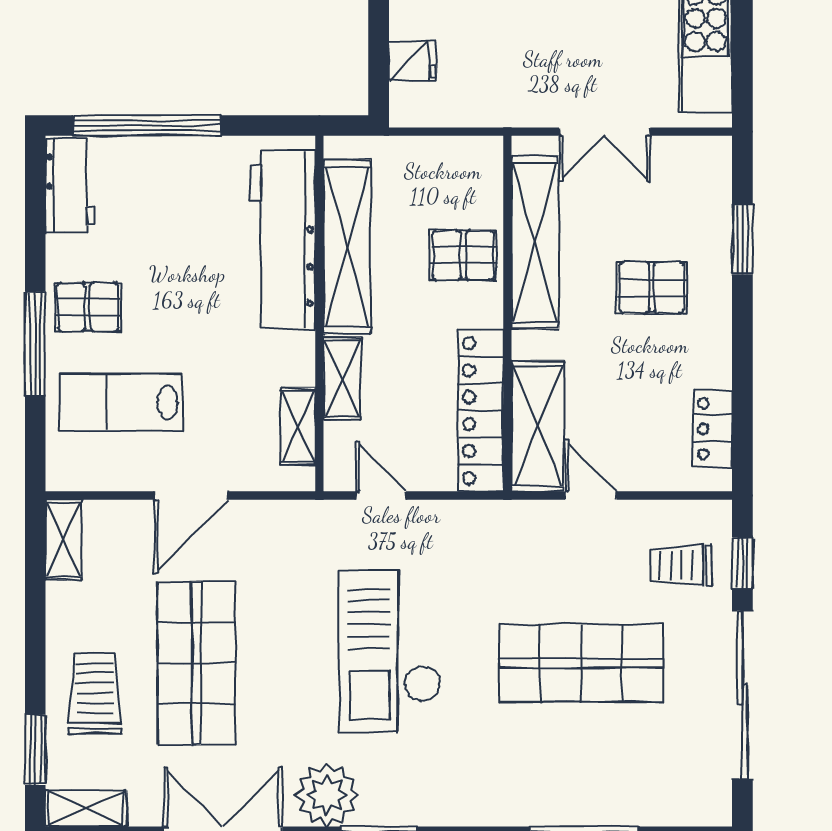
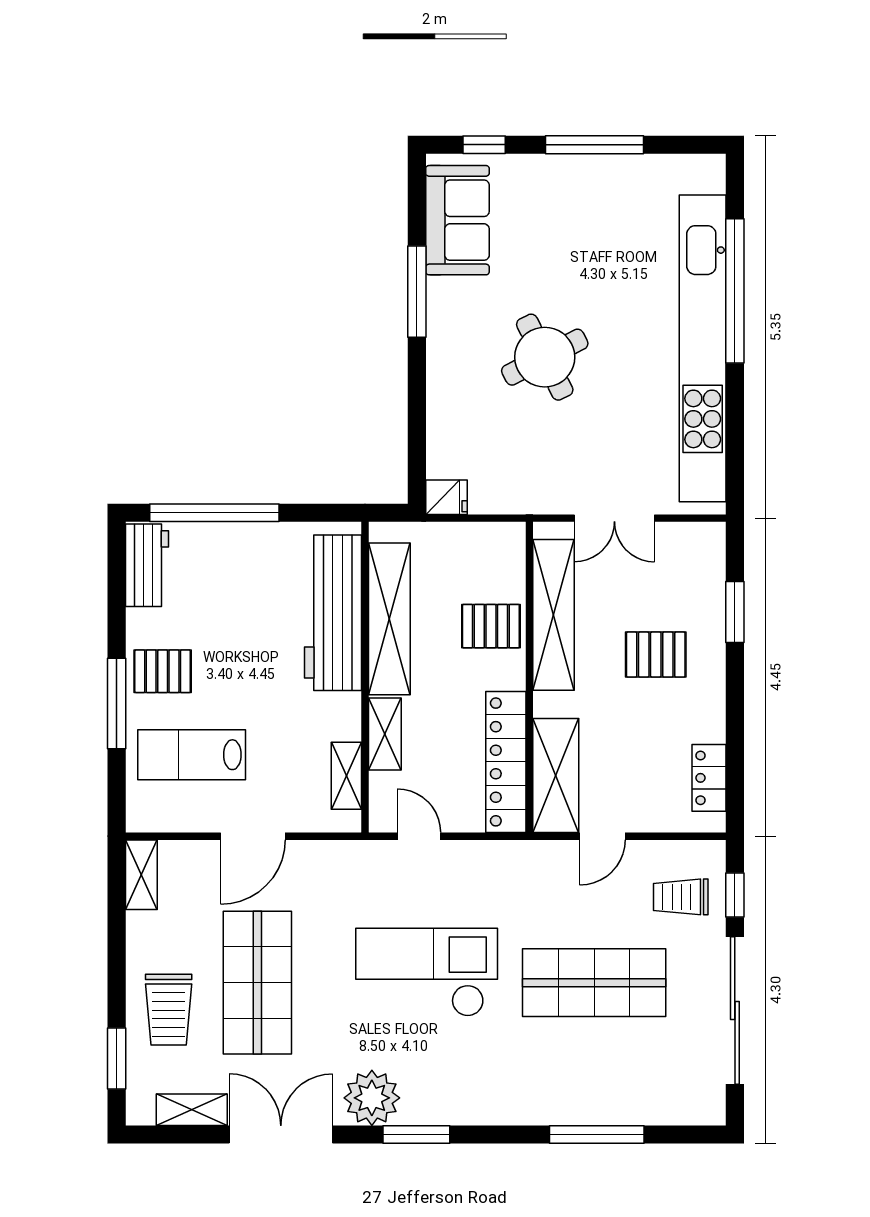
fridge: (412, 61) -> (446, 497), moved
door: (591, 495) -> (602, 836), swing flipped
checkout: (390, 651) -> (427, 972), turned 90
trolley: (95, 694) -> (169, 1010), turned 180
shelving: (86, 808) -> (192, 1110), moved

